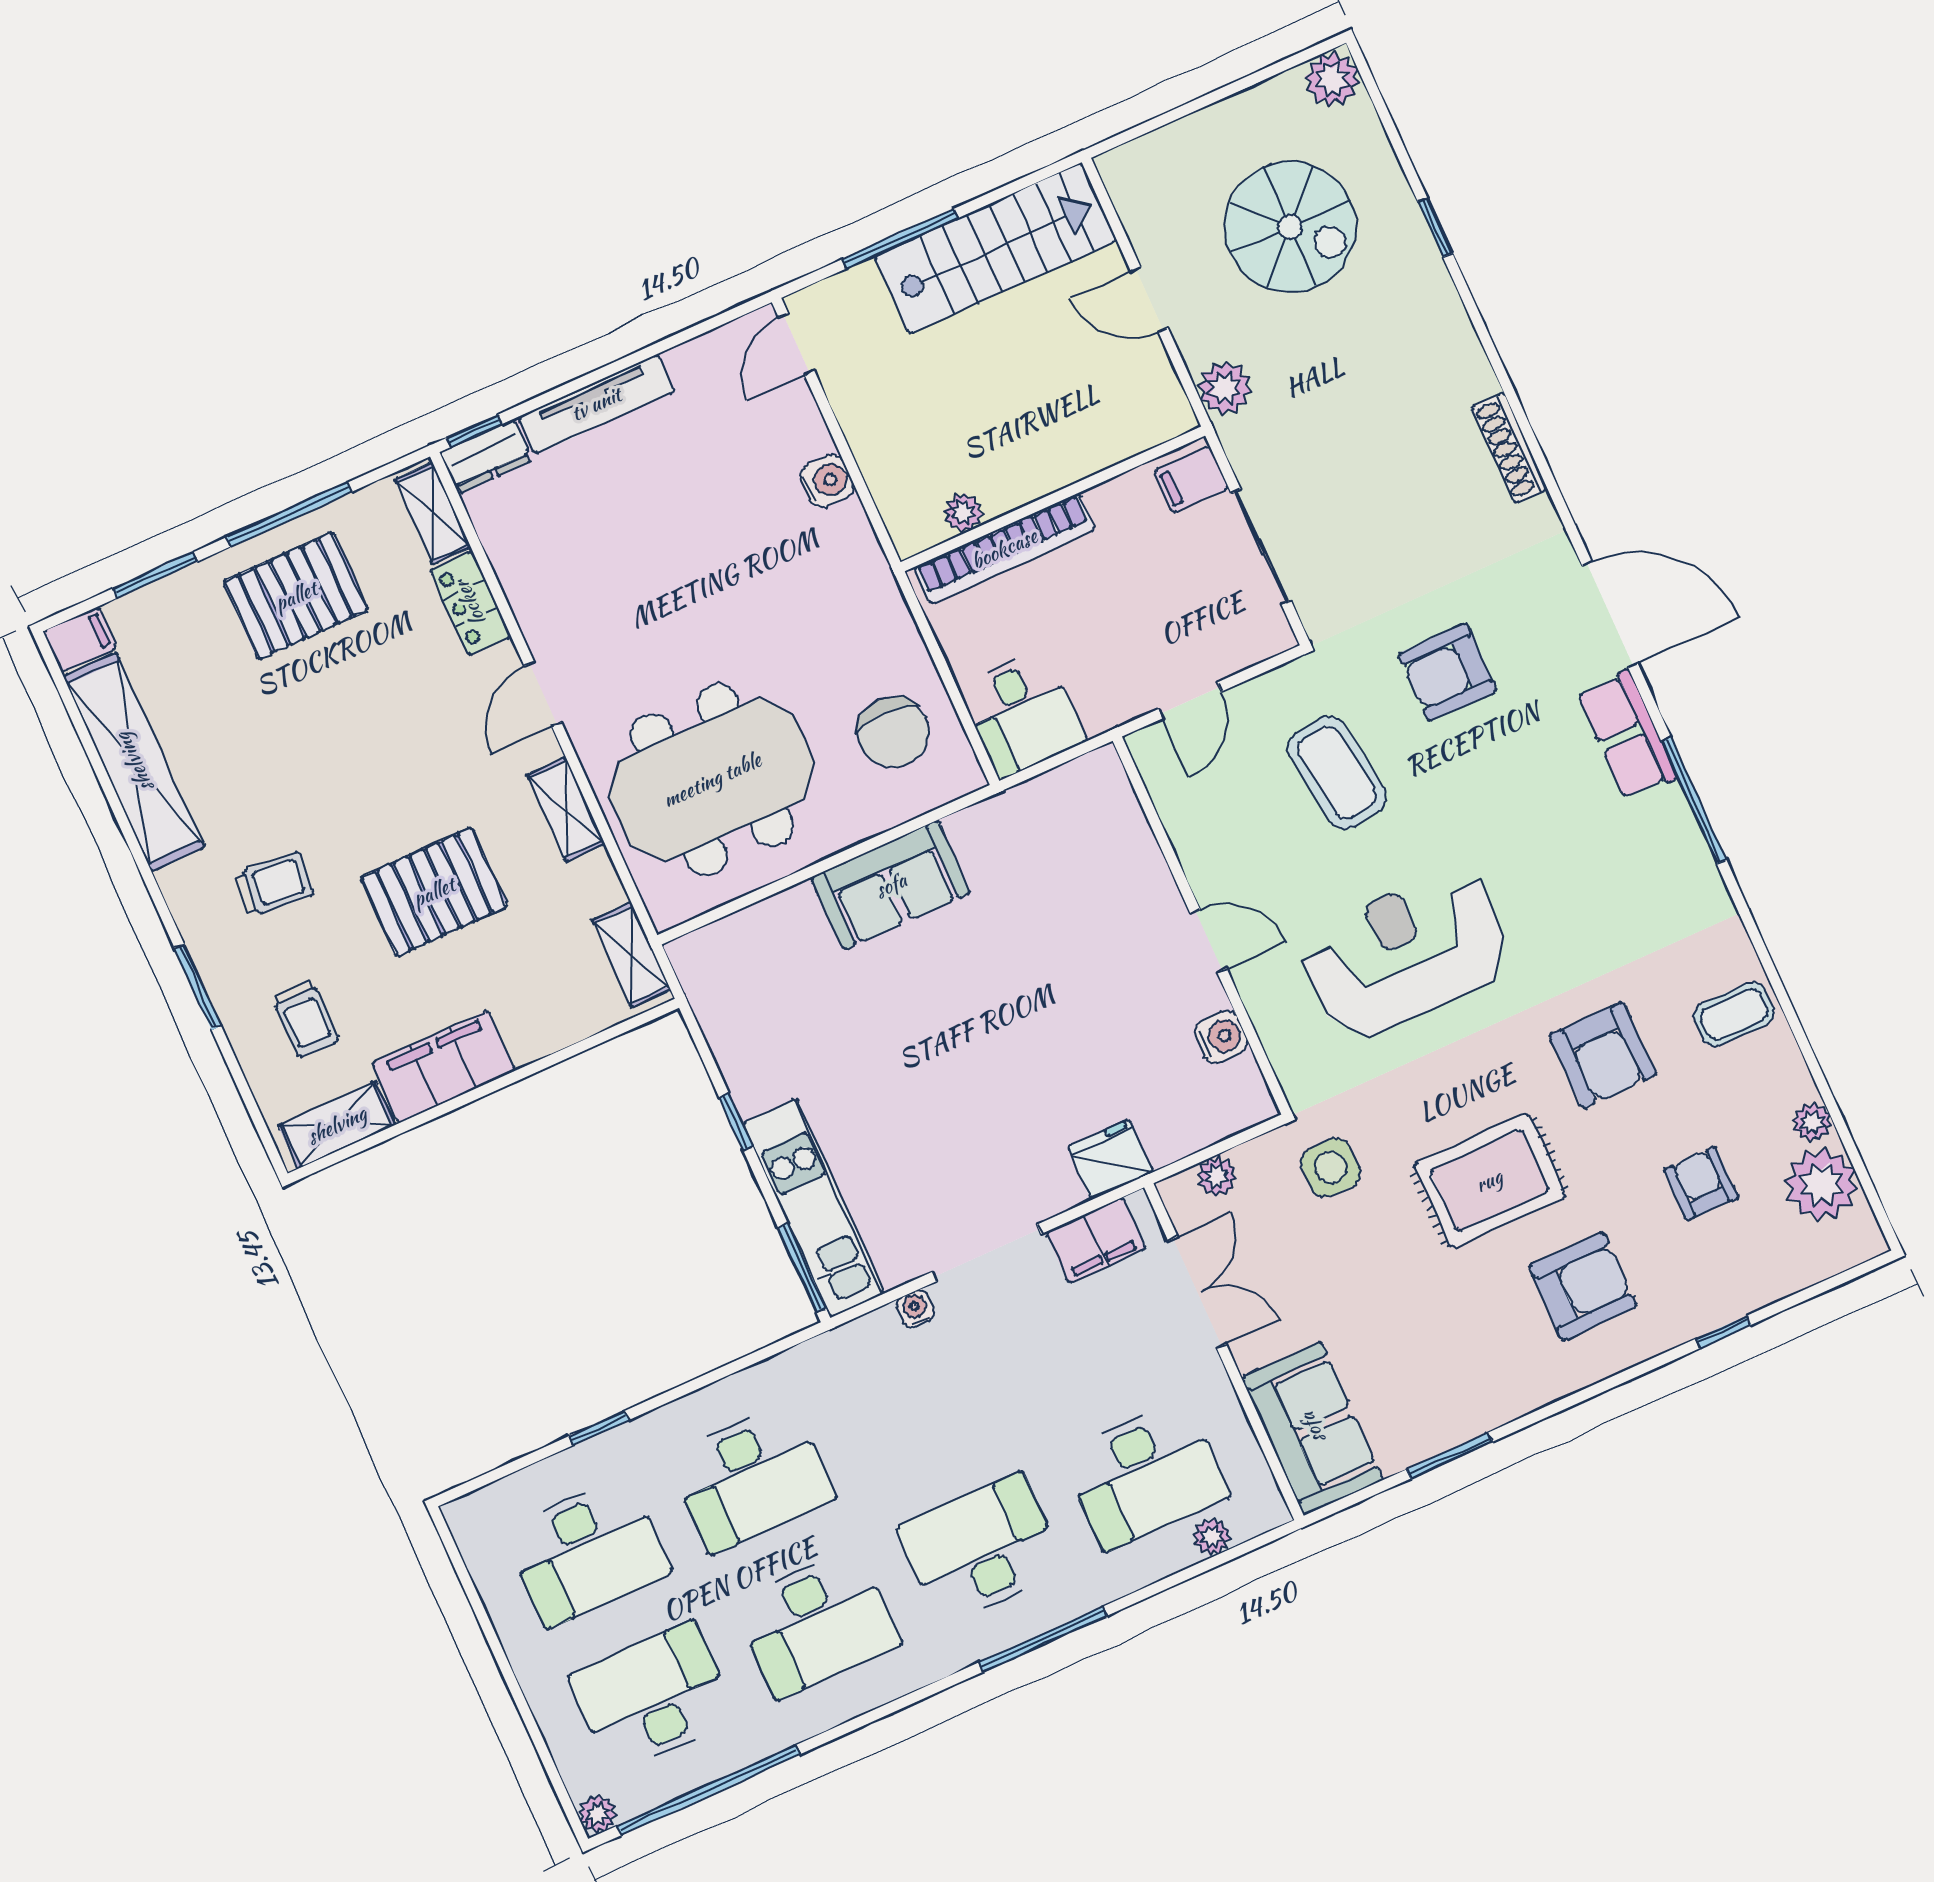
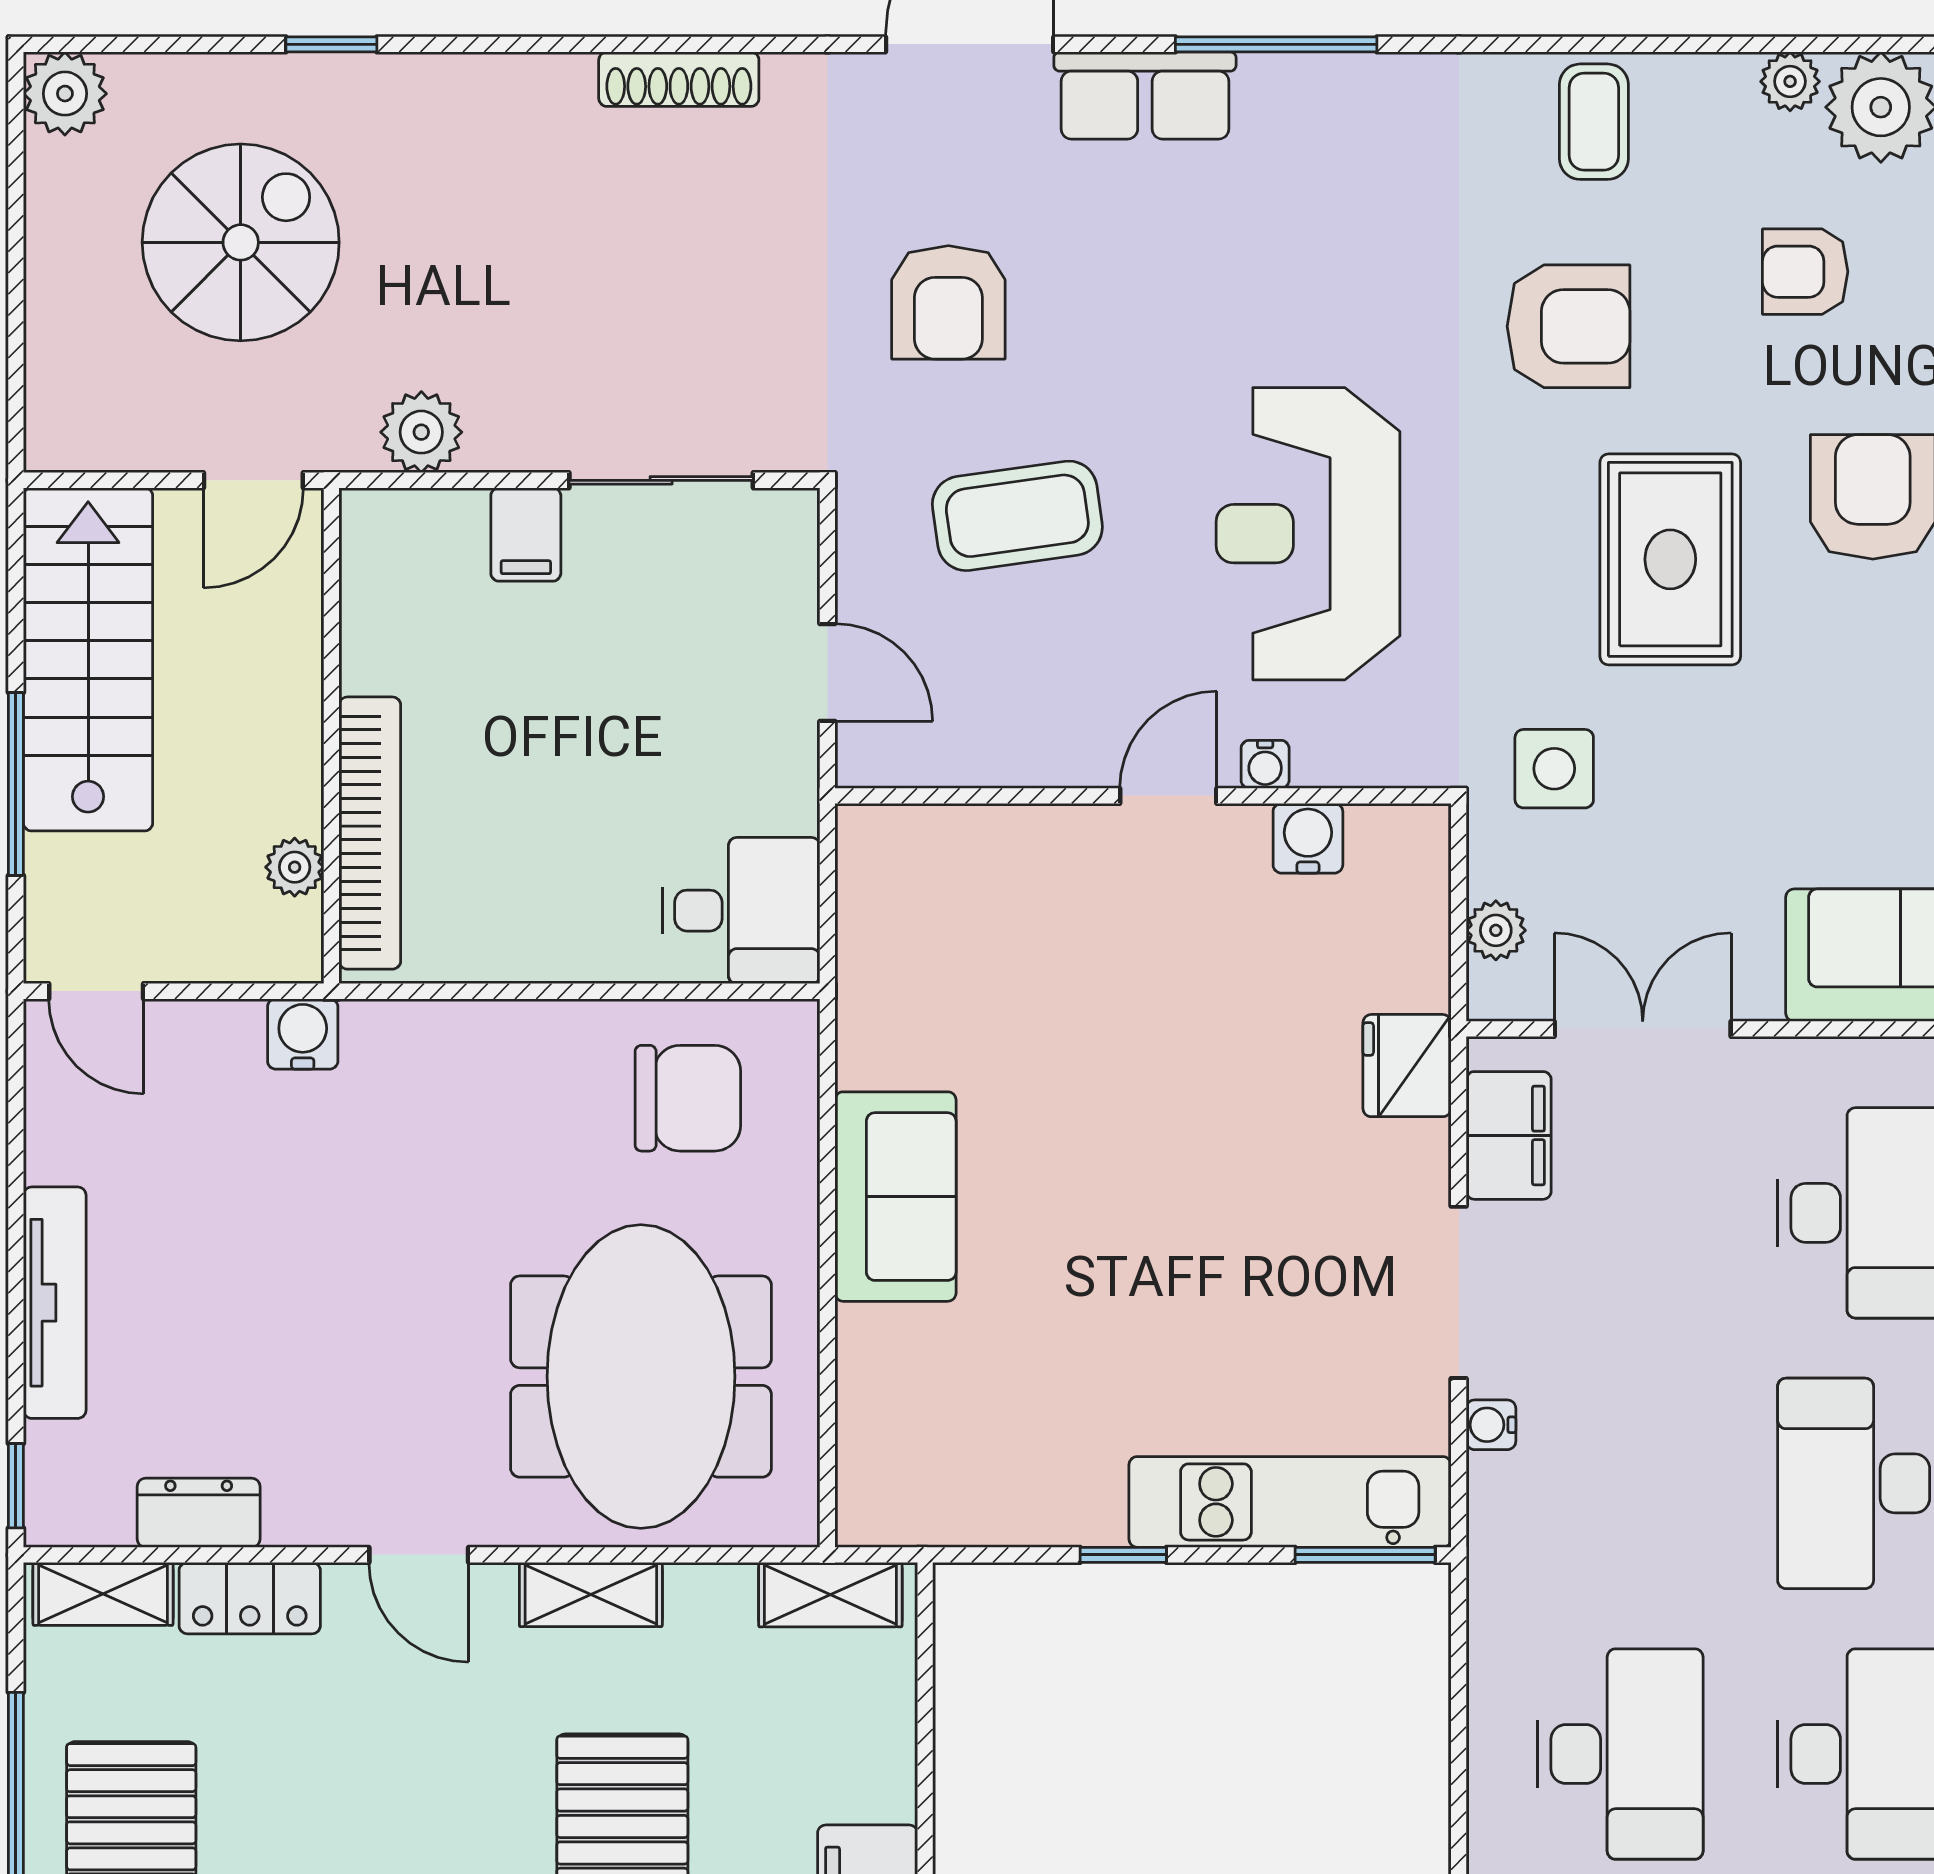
dresser: (486, 456) -> (199, 1513), moved, turned -90
wall: (1053, 499) -> (331, 736), moved
plant: (963, 513) -> (295, 867), moved
bookcase: (1004, 549) -> (370, 833), moved
water cooler: (1254, 991) -> (1265, 764), added

